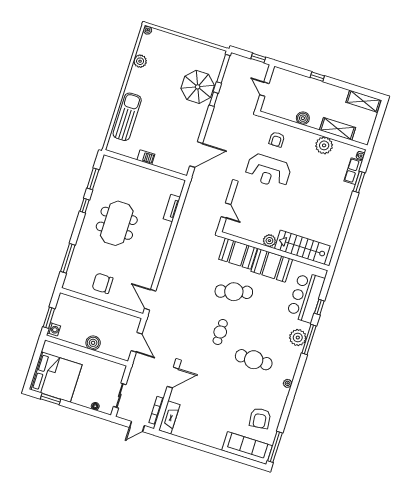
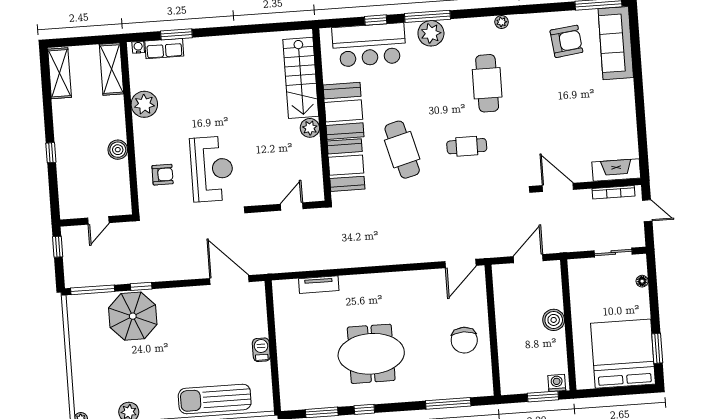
shelving: (338, 129) -> (111, 69), moved

